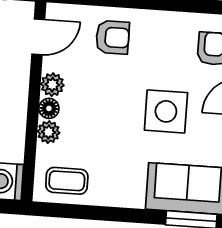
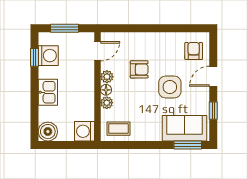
armchair: (113, 37) -> (139, 69), moved

